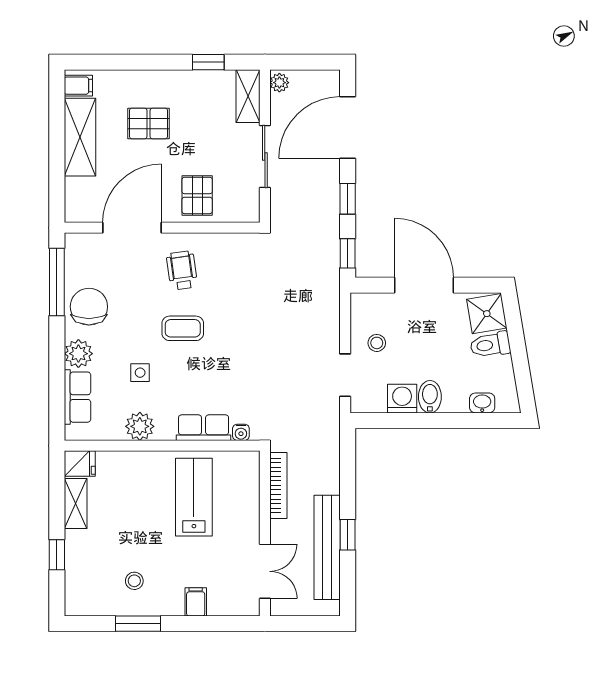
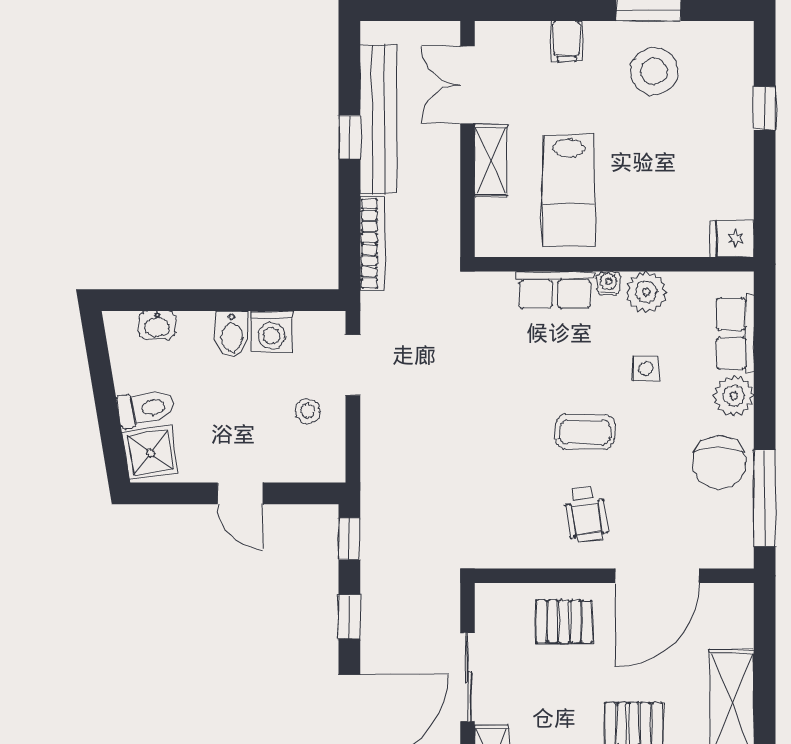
pallet: (197, 195) -> (564, 622), turned 90
door: (424, 285) -> (240, 493), width x0.53
water cooler: (241, 432) -> (608, 283), moved
bookcase: (278, 485) -> (372, 244), moved, turned 180
shelving: (76, 504) -> (491, 160), moved
stool: (134, 581) -> (654, 71), width x1.89, depth x1.89

